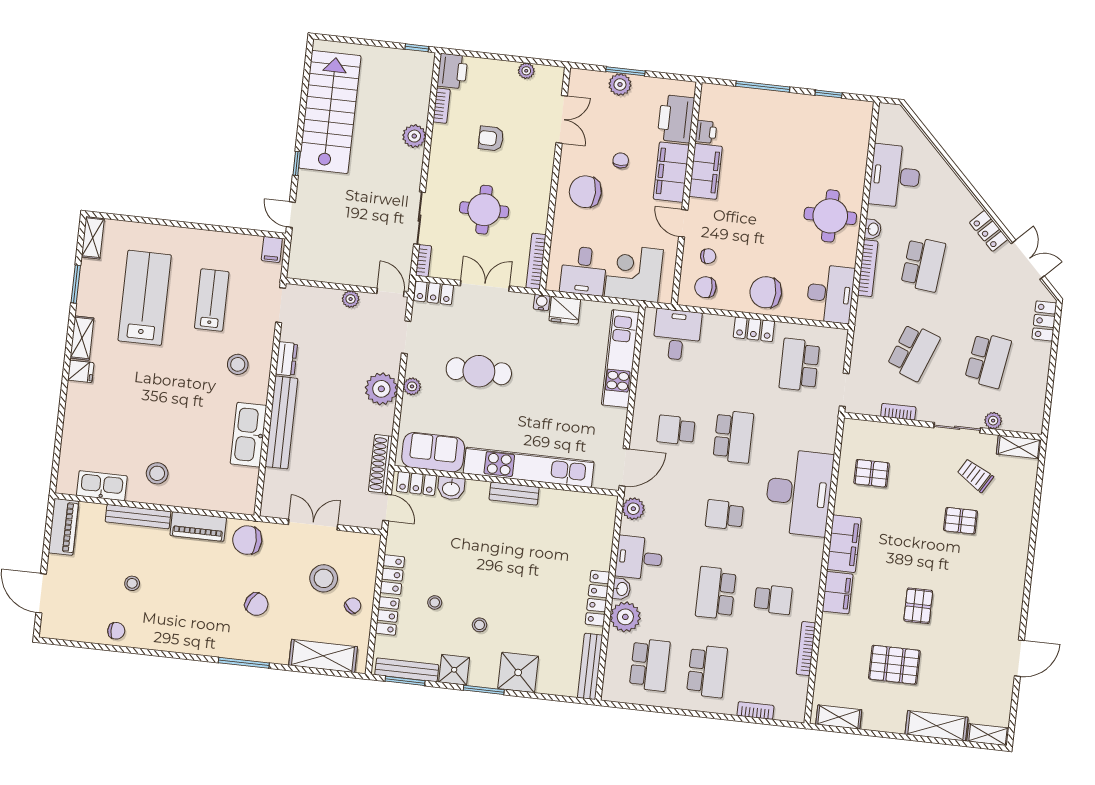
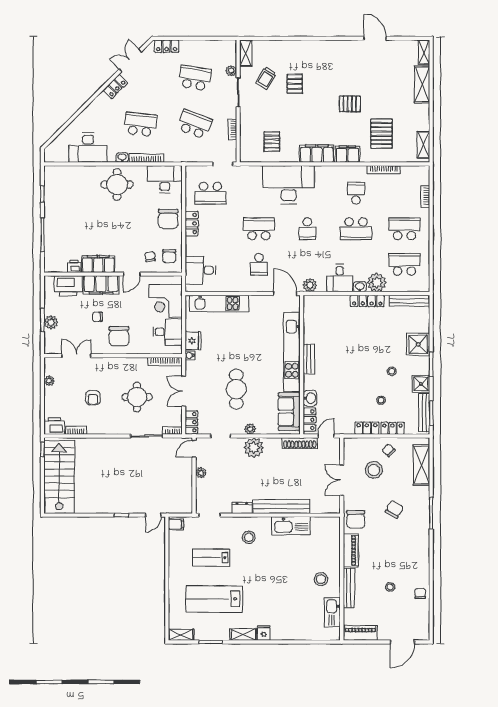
stairs: (330, 112) -> (59, 477), moved, turned 90
plant: (414, 136) -> (97, 445), removed
pallet: (894, 665) -> (381, 134), moved

